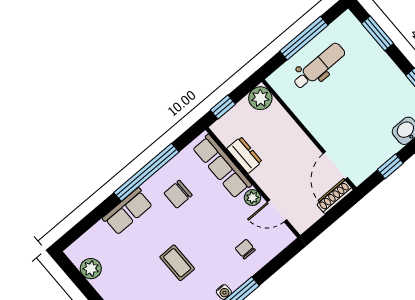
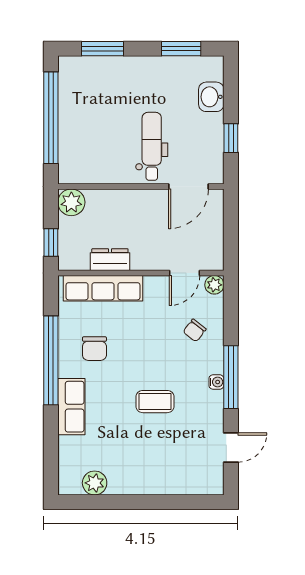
window: (304, 38) -> (51, 118), width x1.46
dental chair: (319, 66) -> (152, 146), moved
door: (335, 166) -> (188, 187), hinge flipped
shoe rack: (335, 197) -> (216, 211), removed
plant: (252, 198) -> (214, 285), moved
chair: (245, 249) -> (195, 330), turned -52

